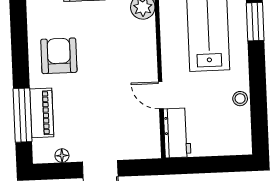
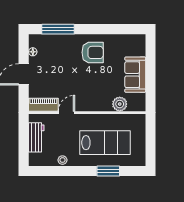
piano: (42, 113) -> (43, 105), moved, turned 180
workbench: (177, 133) -> (36, 137), moved, turned -90

